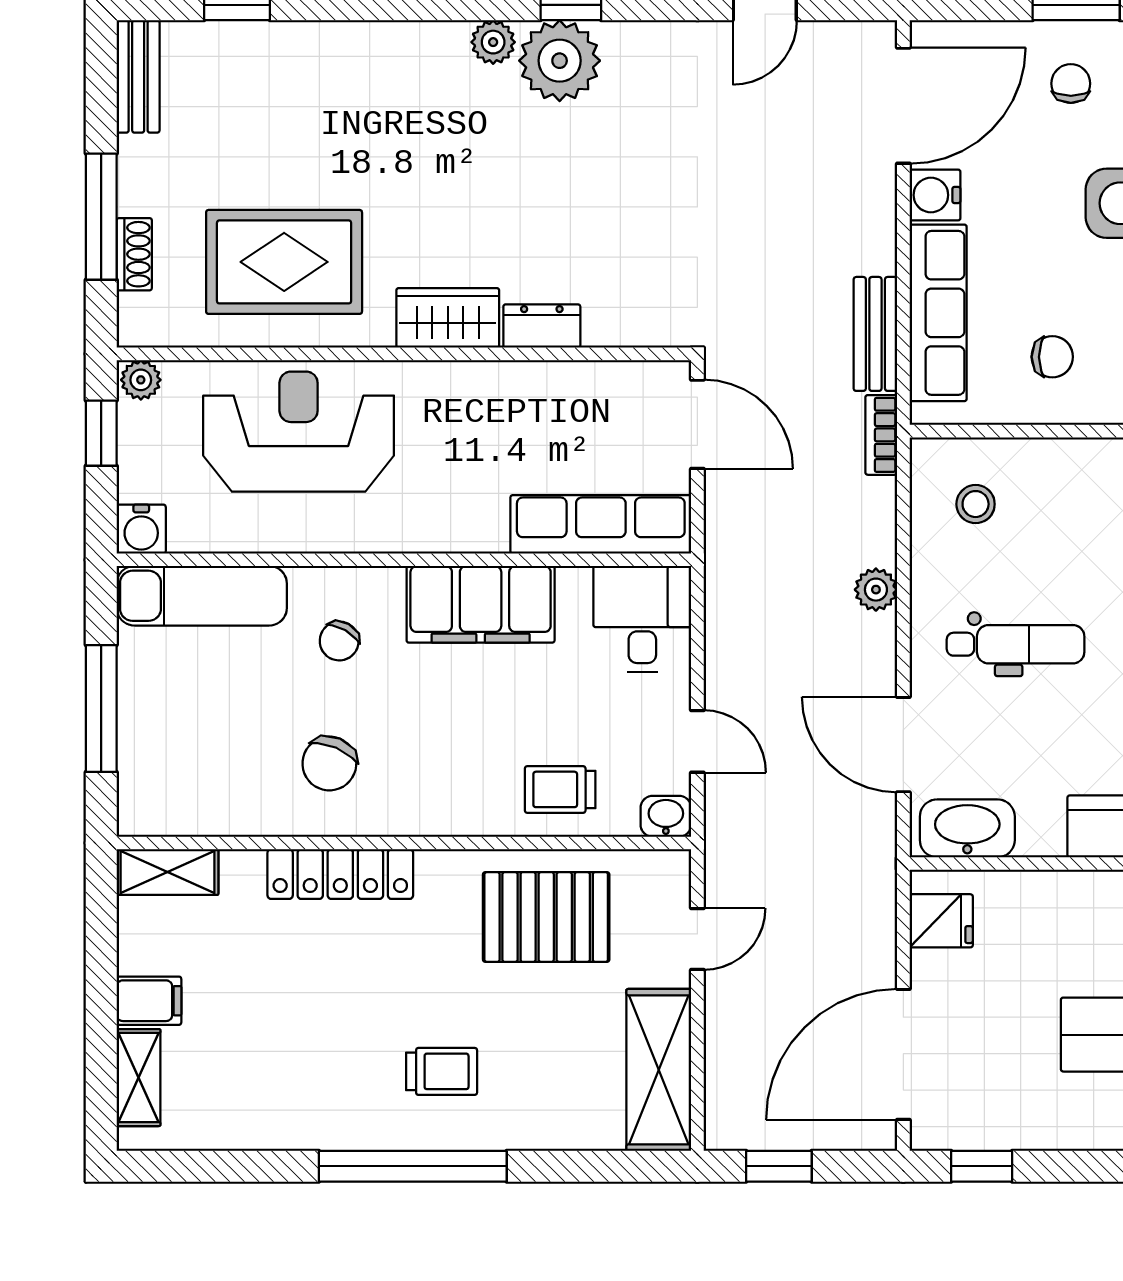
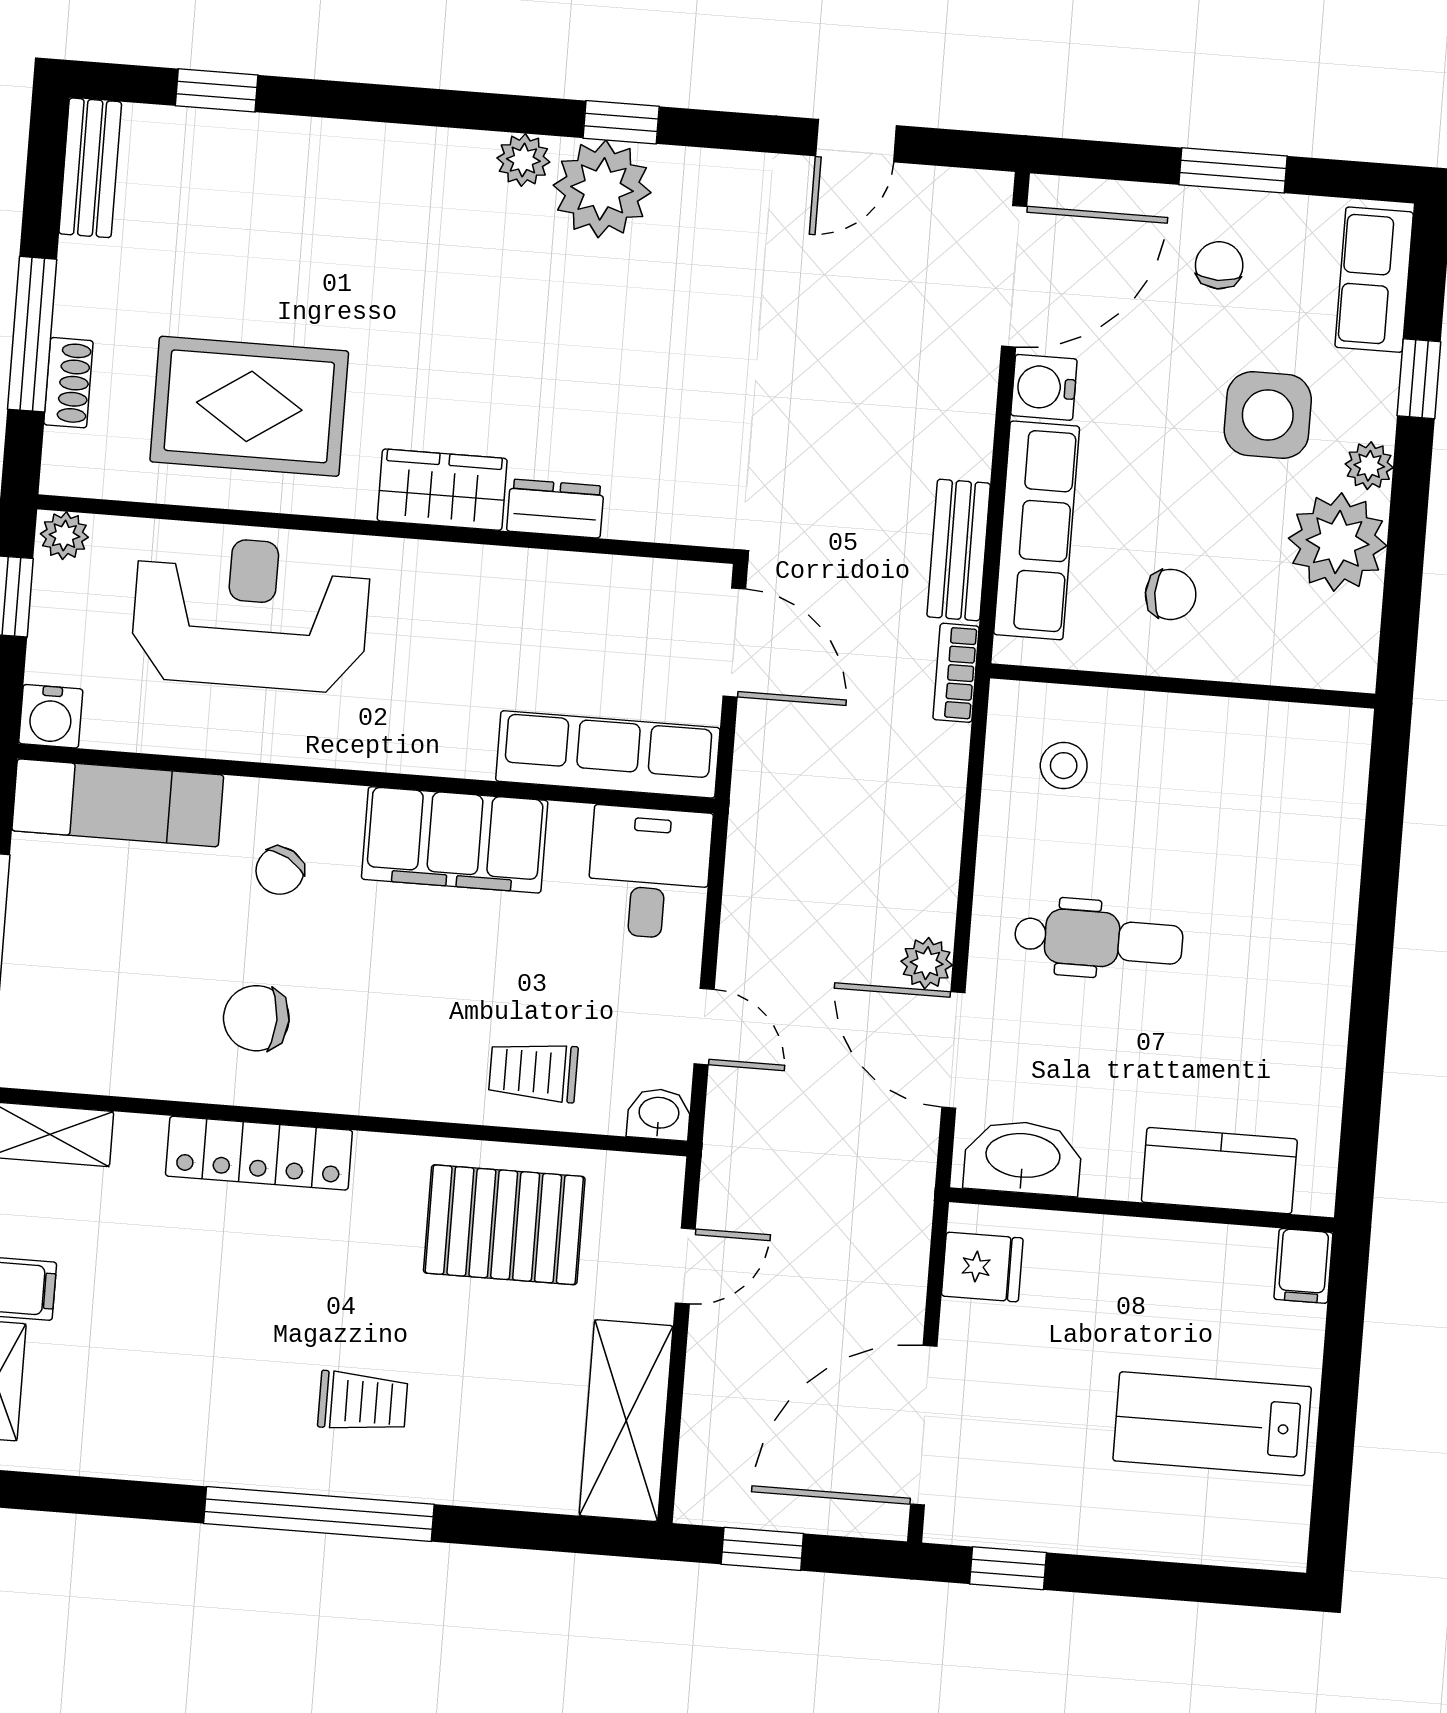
plant: (876, 590) -> (927, 963), moved
chair: (329, 763) -> (256, 1018), turned 67

